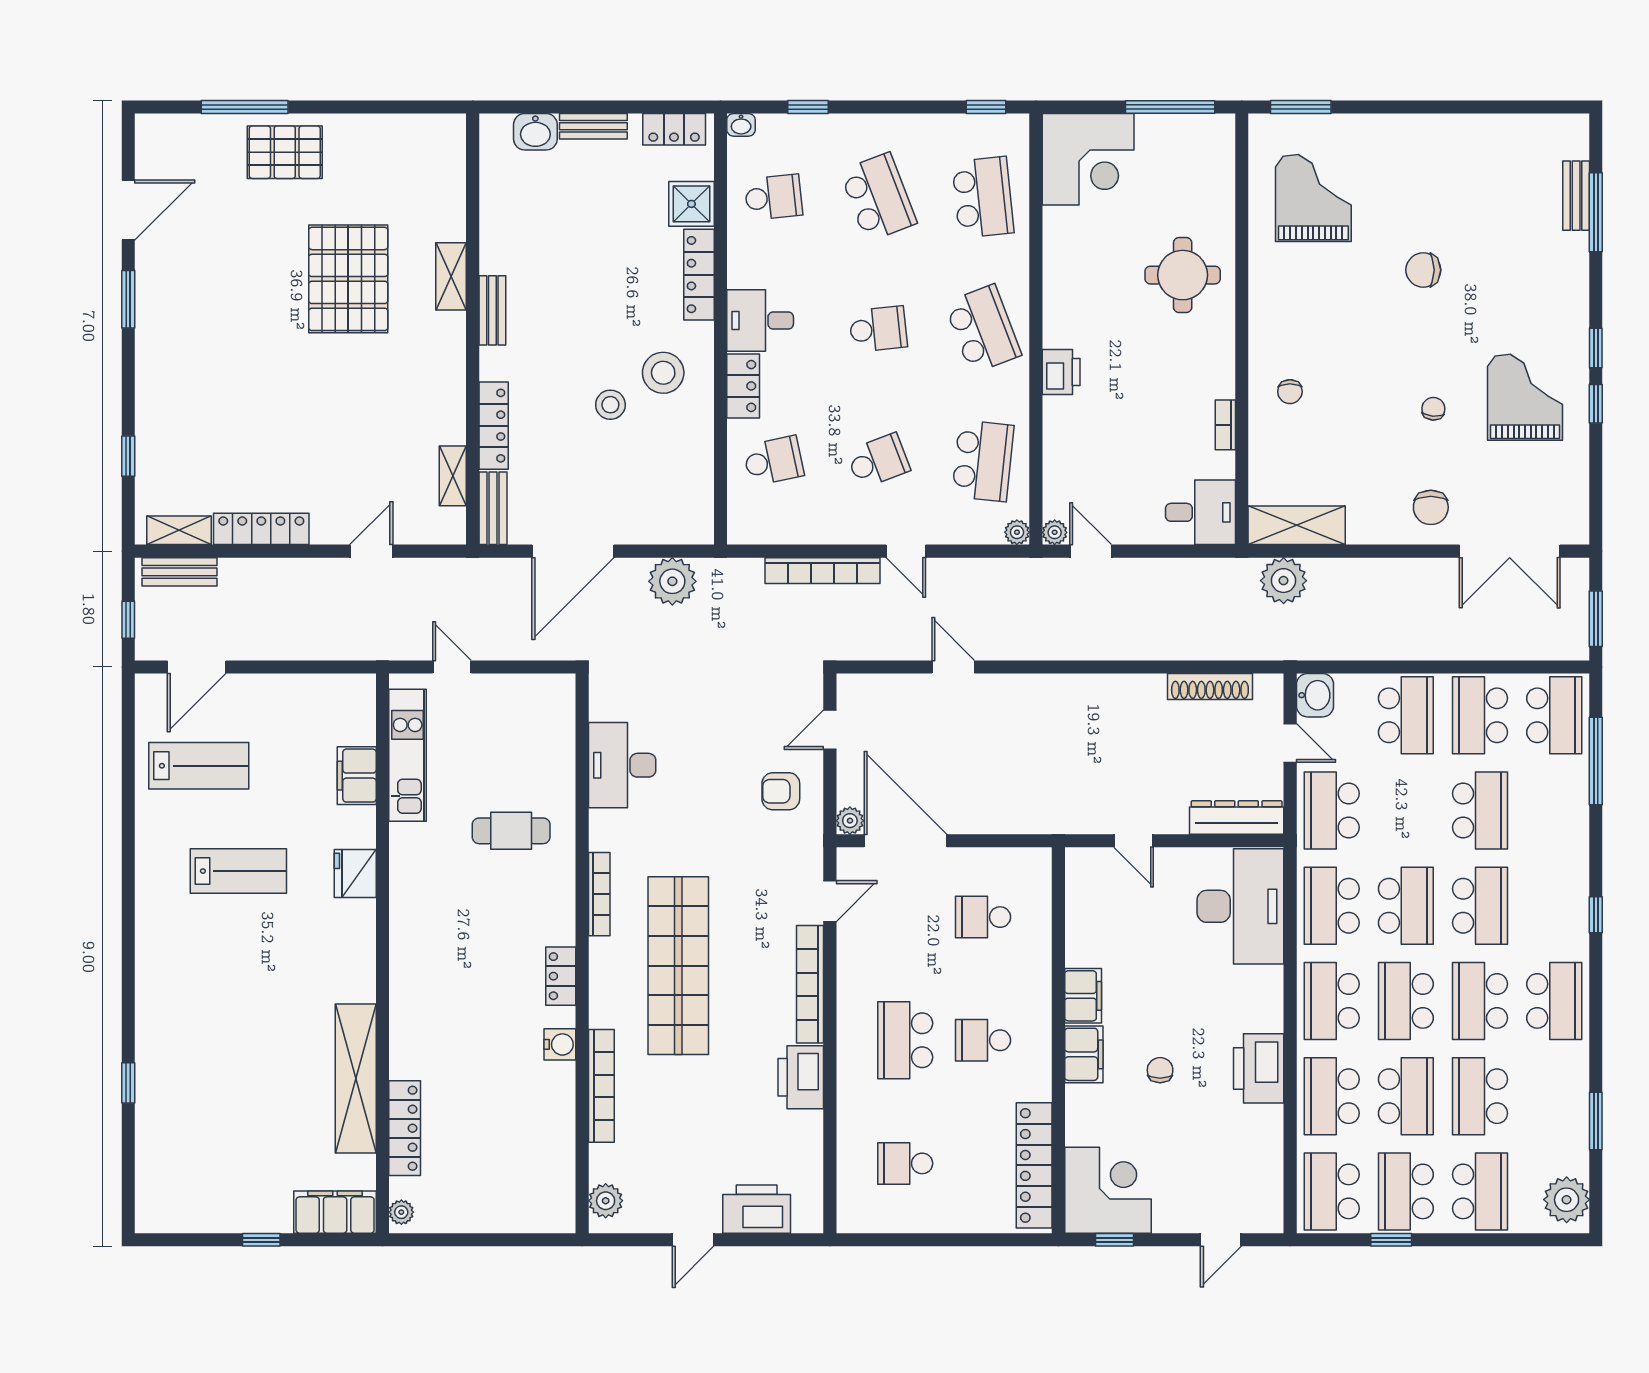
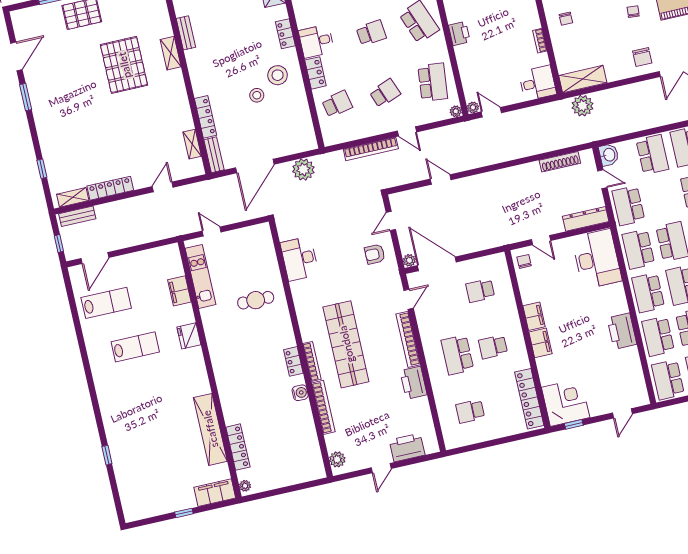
locker: (699, 275) -> (285, 34), width x0.66
bench: (492, 310) -> (186, 33), moved
bookcase: (599, 894) -> (312, 361), moved
chair: (1160, 1070) -> (524, 261), moved

